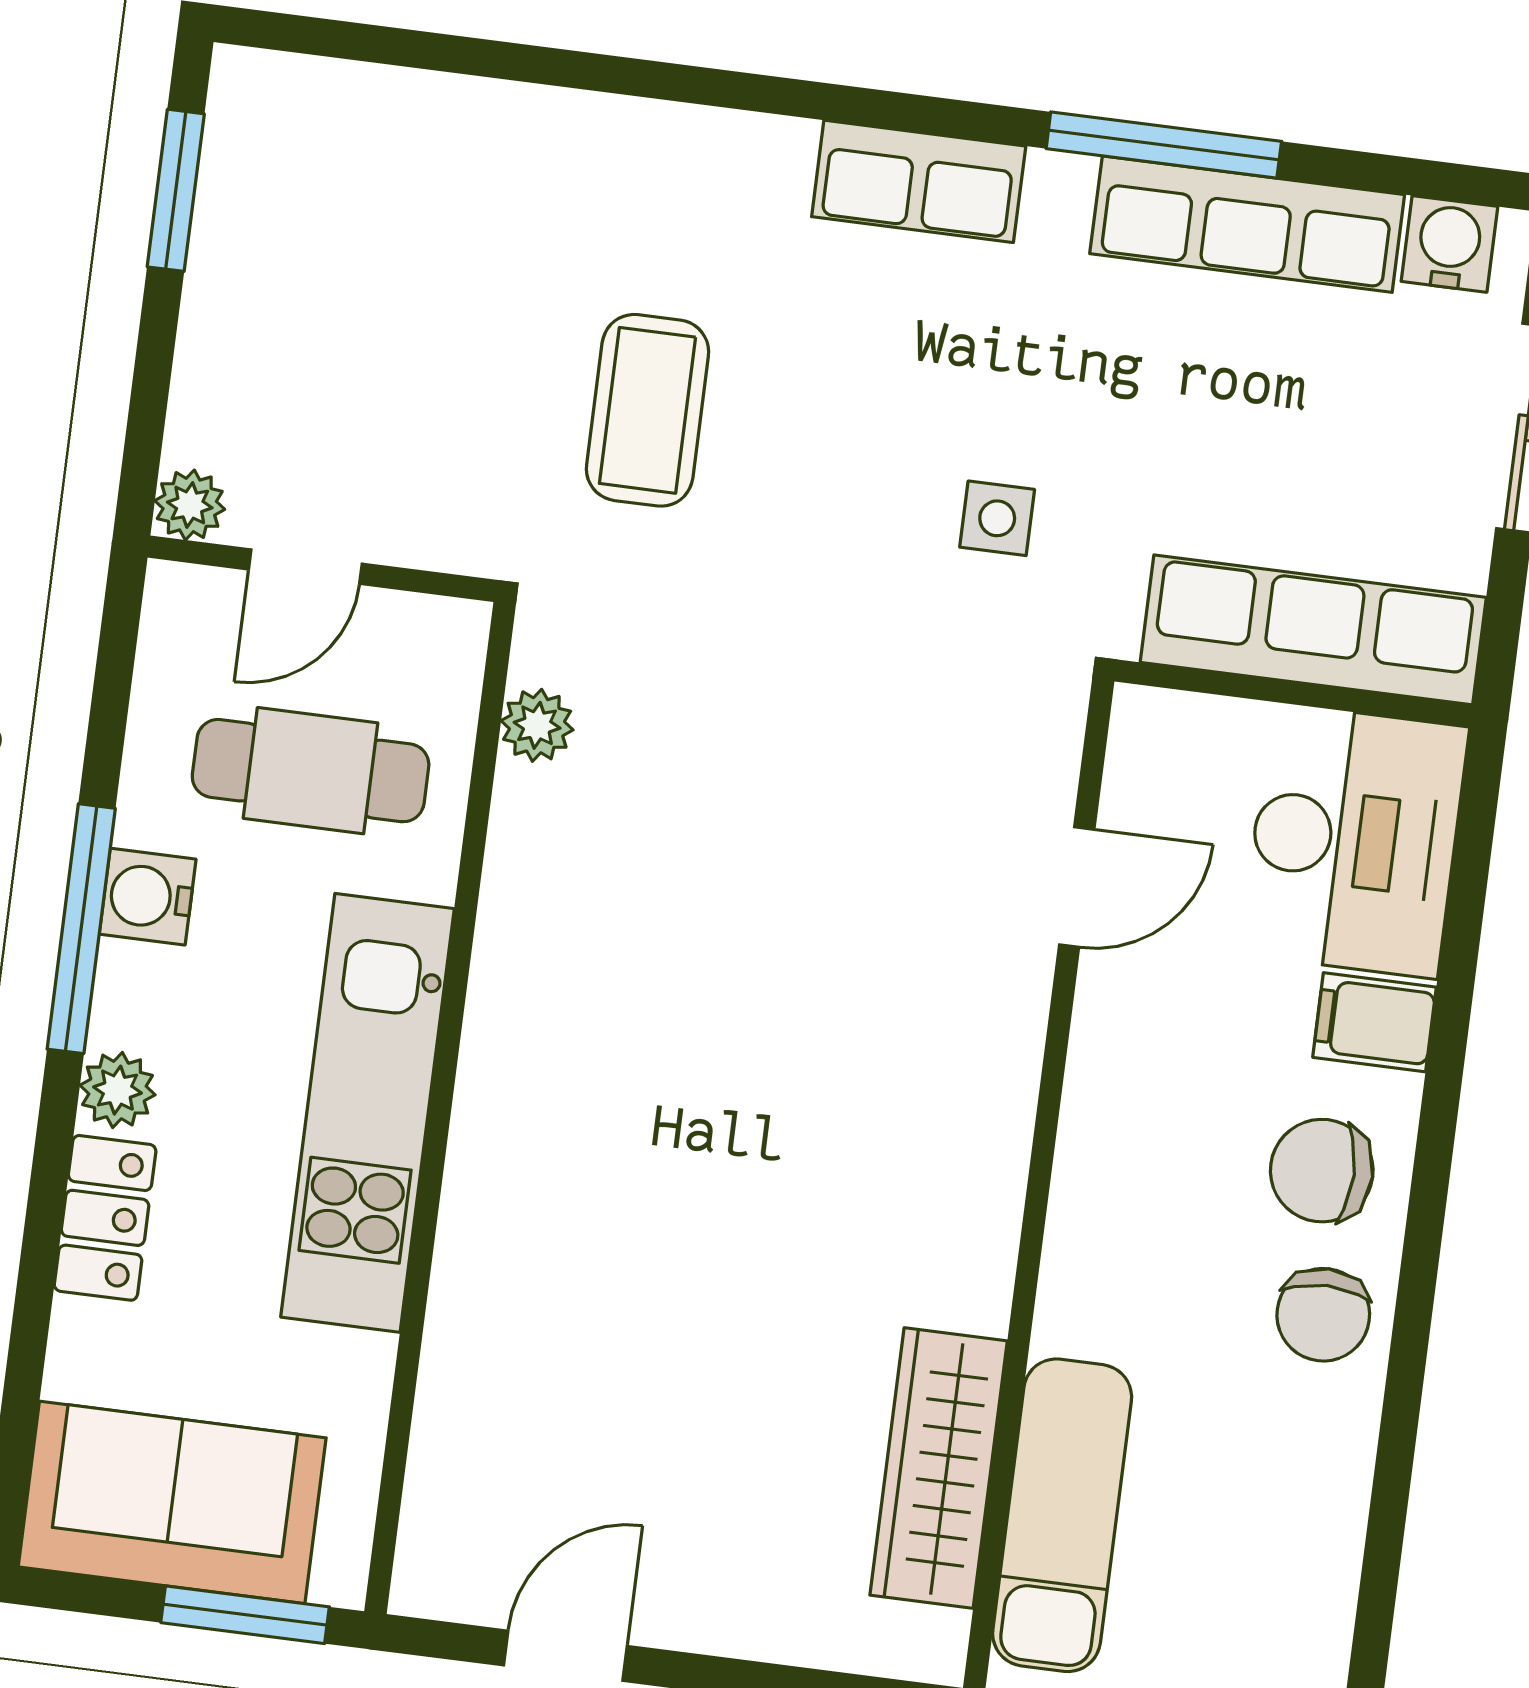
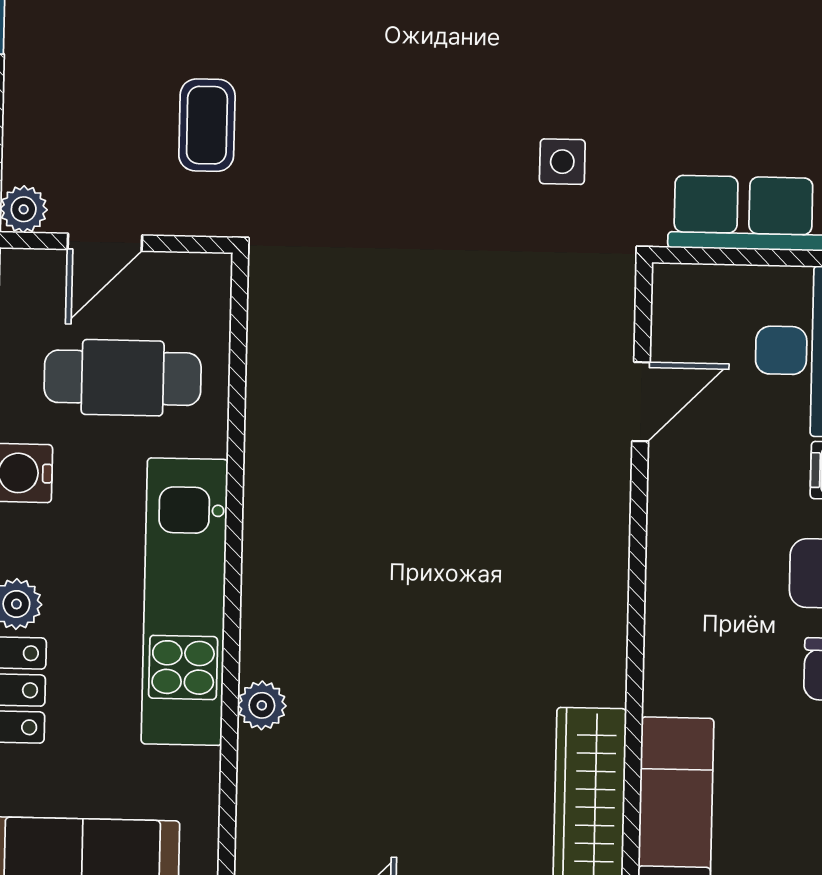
coffee table: (648, 410) -> (207, 125), moved, width x0.73, depth x0.77
plant: (537, 725) -> (262, 705), moved

